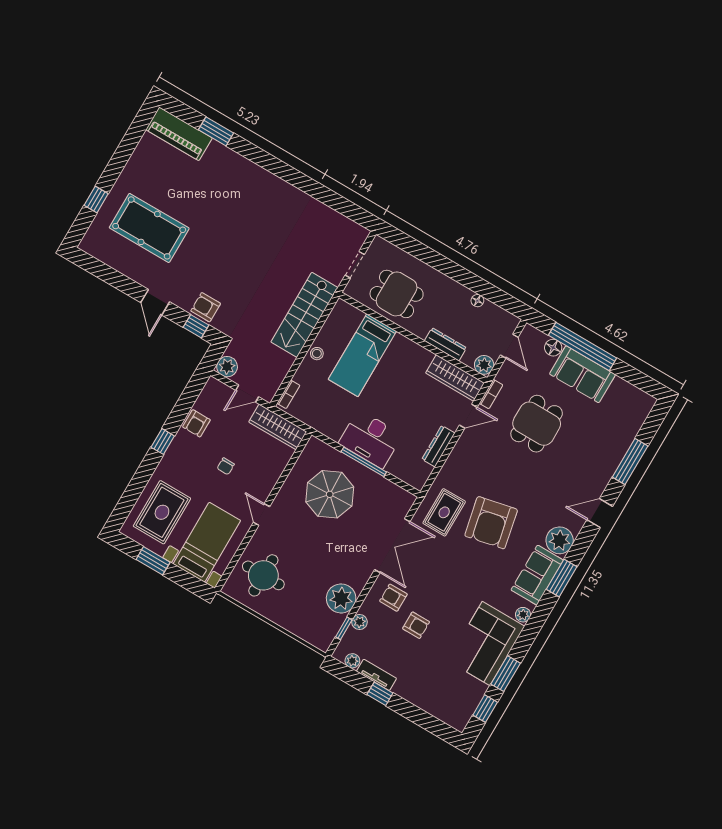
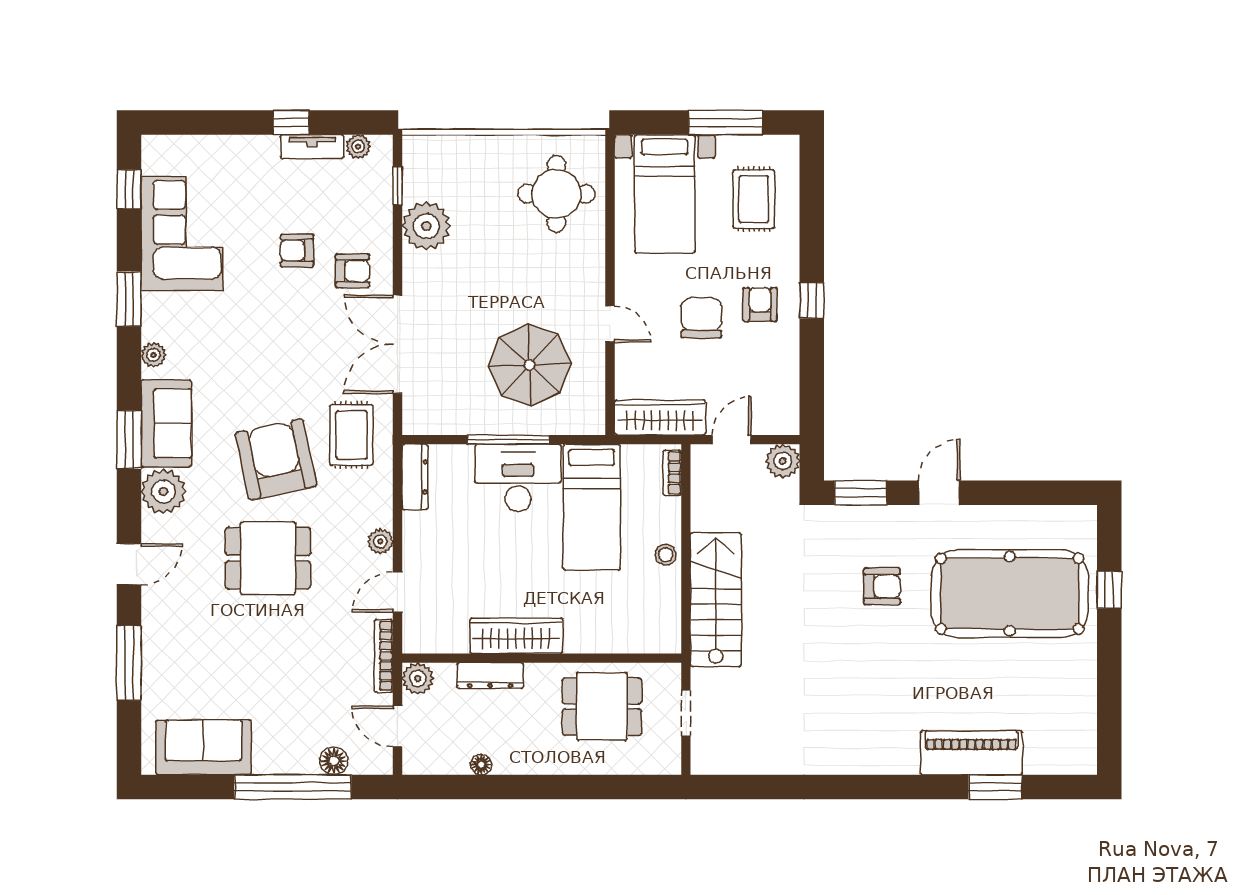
piano: (179, 134) -> (971, 753), moved
pool table: (149, 228) -> (1010, 594), width x1.36, depth x1.32
door: (155, 302) -> (939, 493), hinge flipped
armchair: (206, 307) -> (882, 586), moved
window: (196, 326) -> (861, 493), width x1.50
bed: (362, 355) -> (592, 507), moved, turned 180
sofa: (582, 374) -> (203, 747), moved
wardrobe: (455, 378) -> (516, 636), moved
bookcase: (491, 394) -> (384, 656), width x1.56
armchair: (196, 423) -> (760, 304), moved
dining table: (537, 424) -> (268, 558), moved, turned 90
dresser: (438, 446) -> (415, 477), moved
chair: (226, 466) -> (701, 318), width x1.87, depth x1.87
rug: (162, 512) -> (754, 199), width x0.73, depth x0.70
door: (262, 514) -> (610, 324), moved
window: (153, 561) -> (726, 122), width x1.44
plant: (359, 622) -> (380, 542), moved
corner sofa: (486, 643) -> (182, 233), moved
window: (506, 674) -> (129, 299), moved

